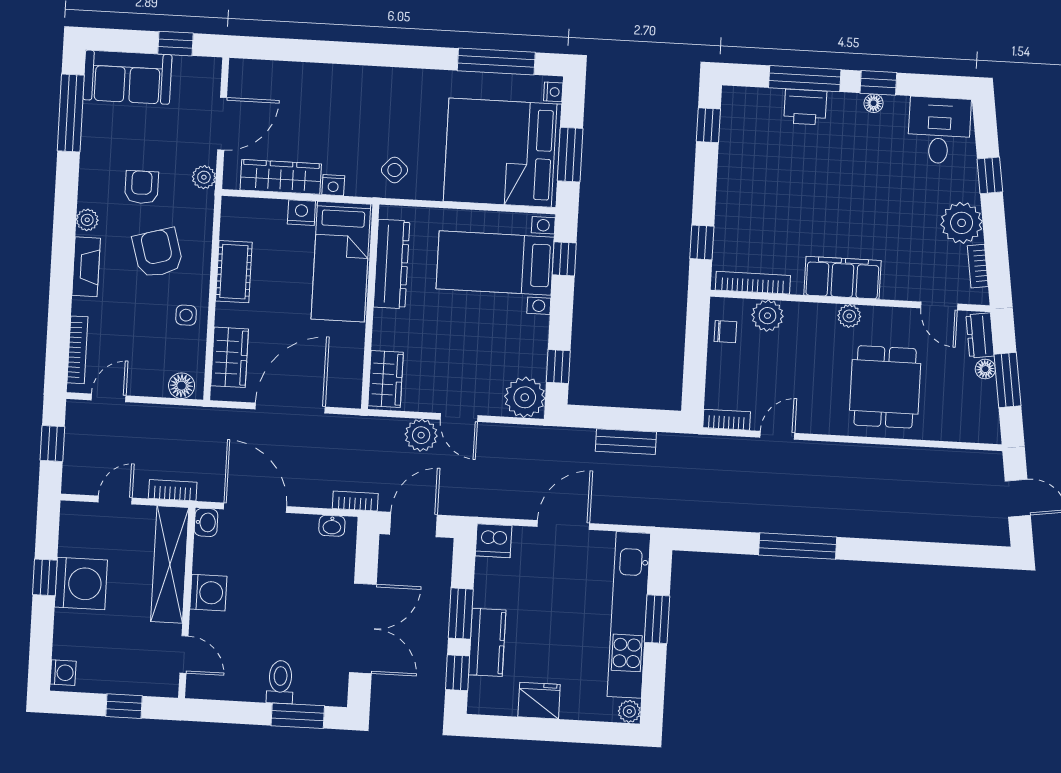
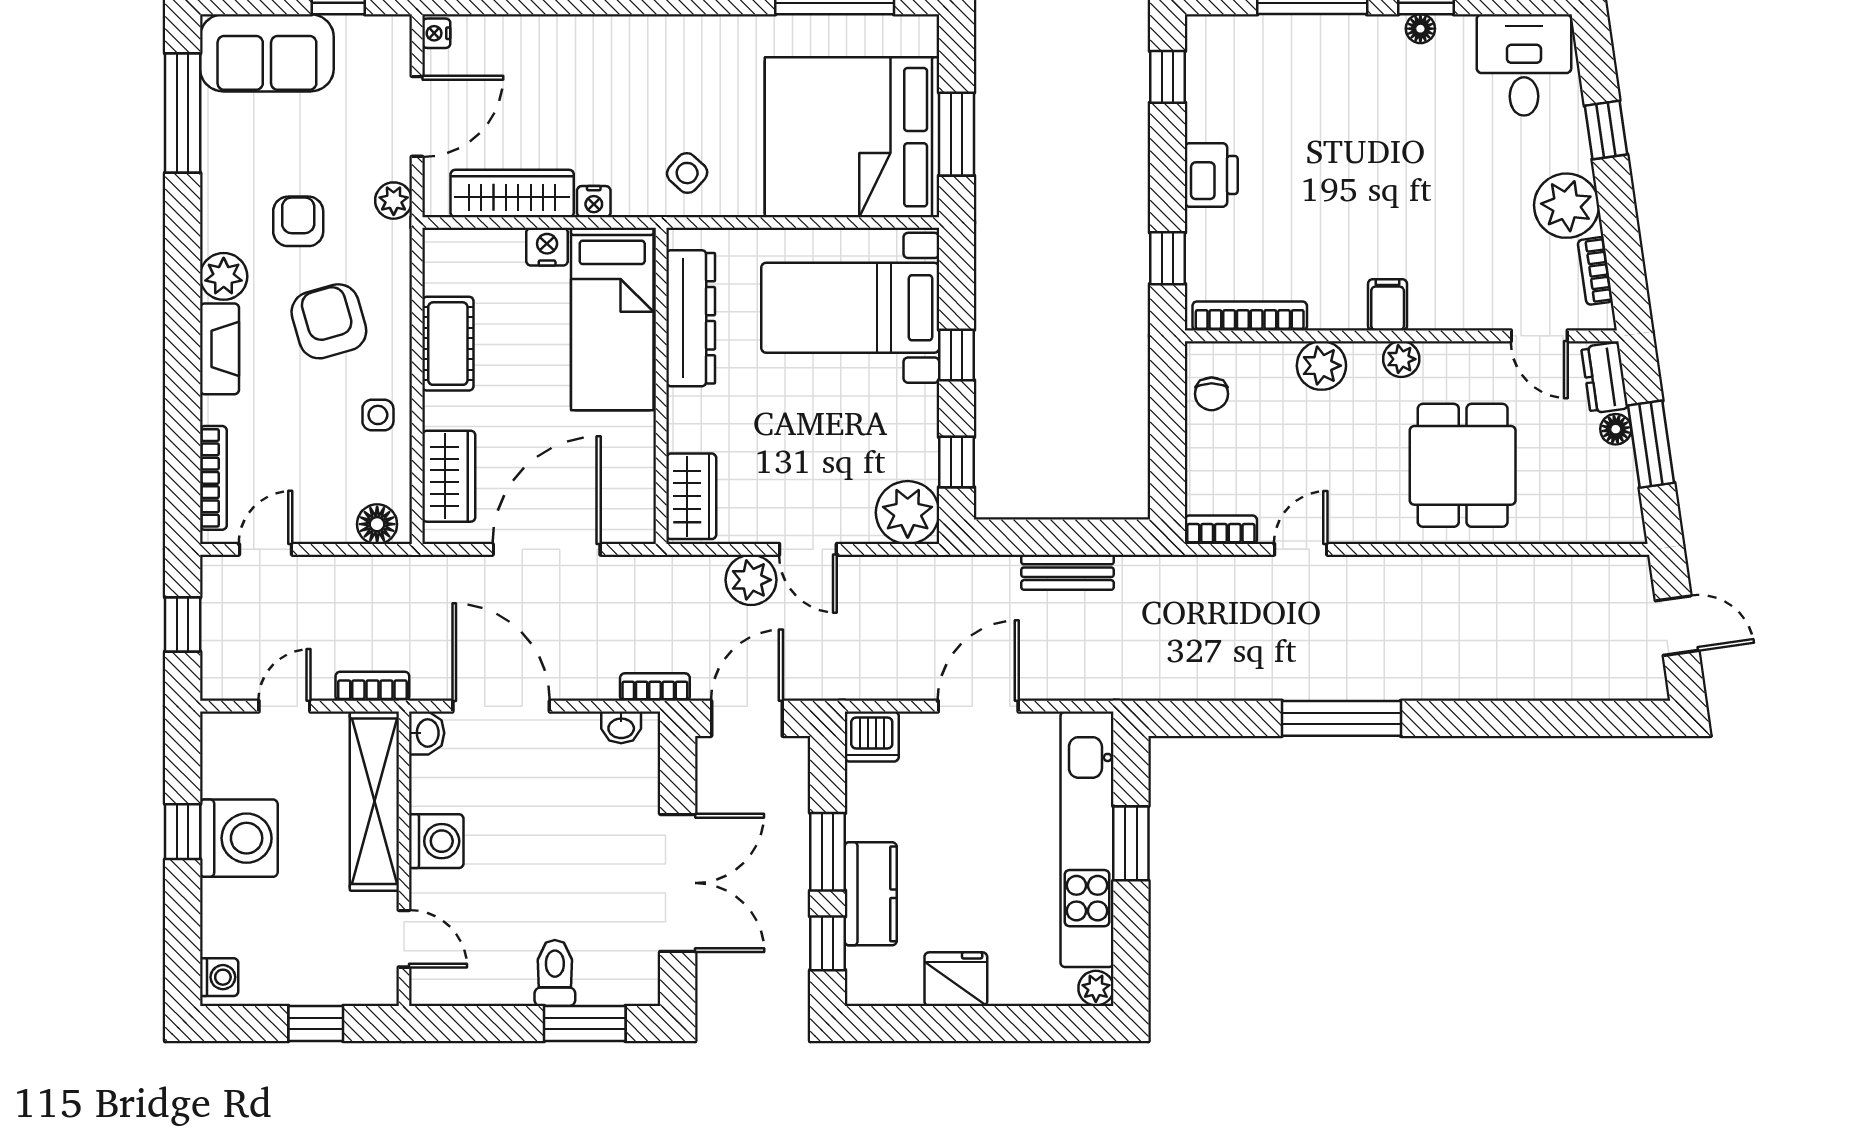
nightstand: (553, 92) -> (436, 33), moved, turned 180
printer: (805, 107) -> (1211, 175), moved, turned -90
plant: (87, 220) -> (224, 276), width x1.38, depth x1.38
window: (564, 259) -> (957, 355), moved
filing cabinet: (843, 278) -> (1388, 305), width x0.33, depth x0.86
plant: (767, 316) -> (1321, 366), moved
chair: (725, 332) -> (1212, 394), turned 90

